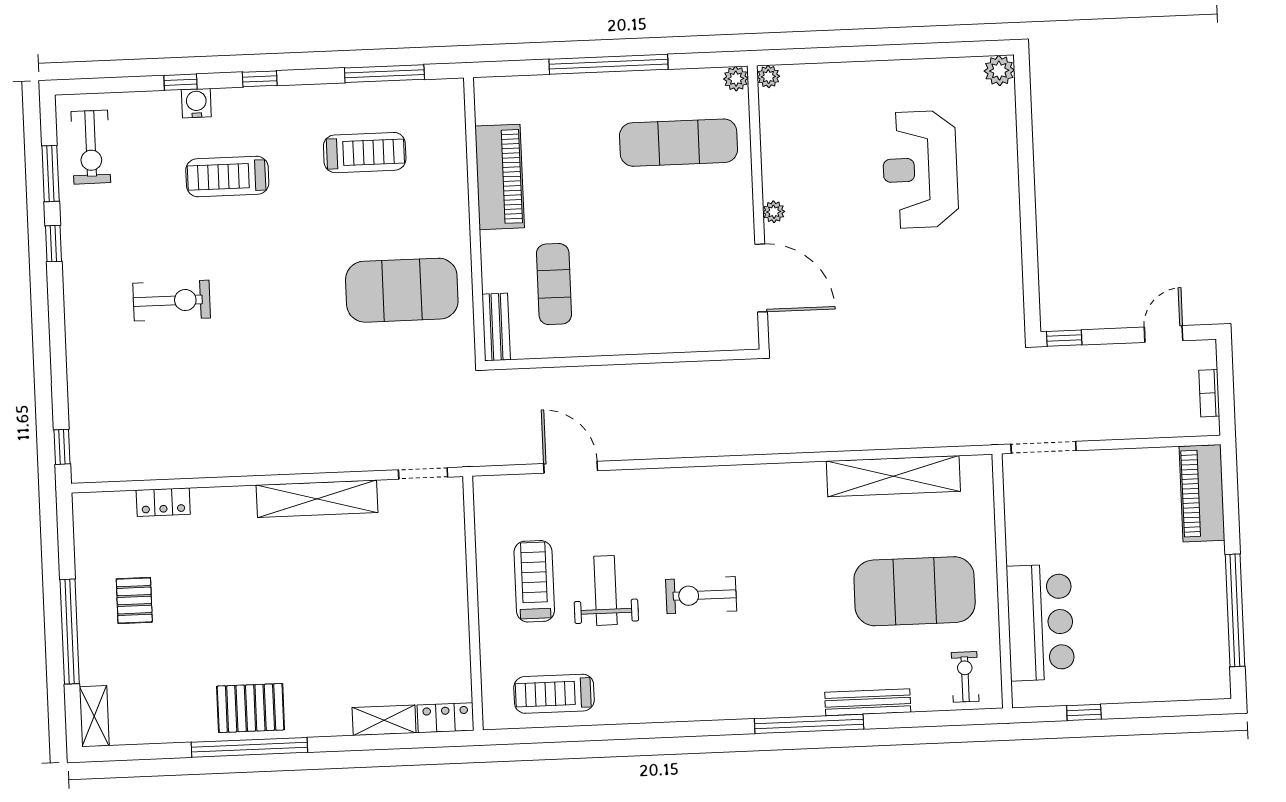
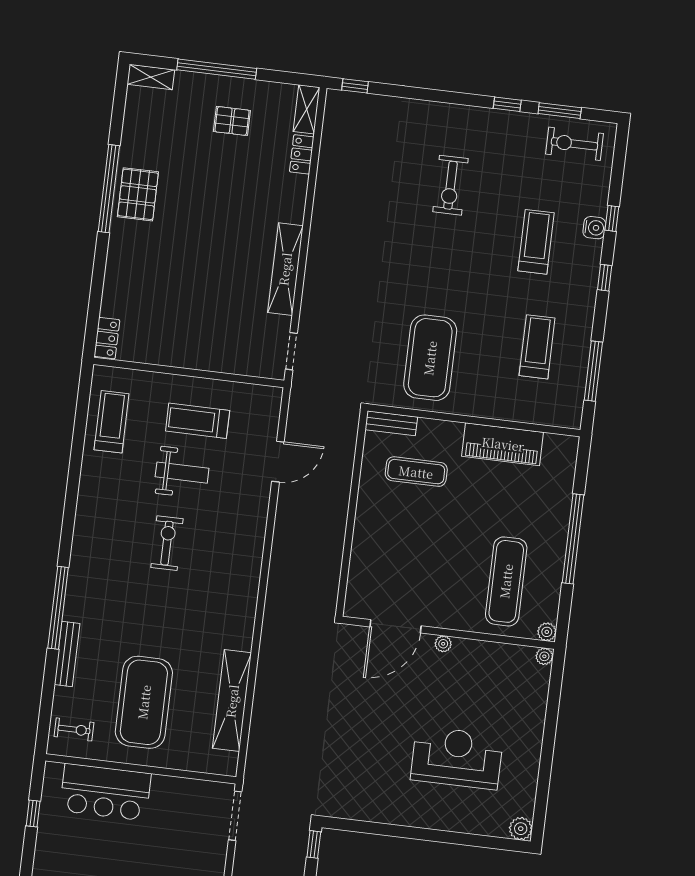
treadmill: (365, 153) -> (537, 347), turned 180
treadmill: (534, 581) -> (198, 421), turned 180
shelving: (384, 720) -> (307, 109), moved

